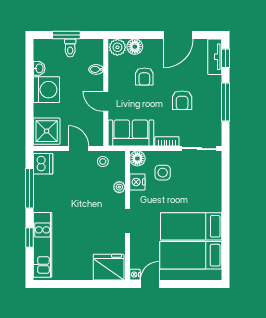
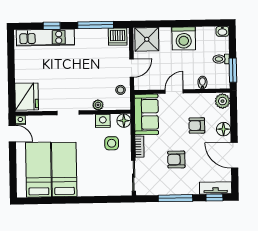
window: (66, 35) -> (233, 70), moved
floor lamp: (135, 47) -> (224, 129), moved
washbasin: (39, 68) -> (222, 31), moved

